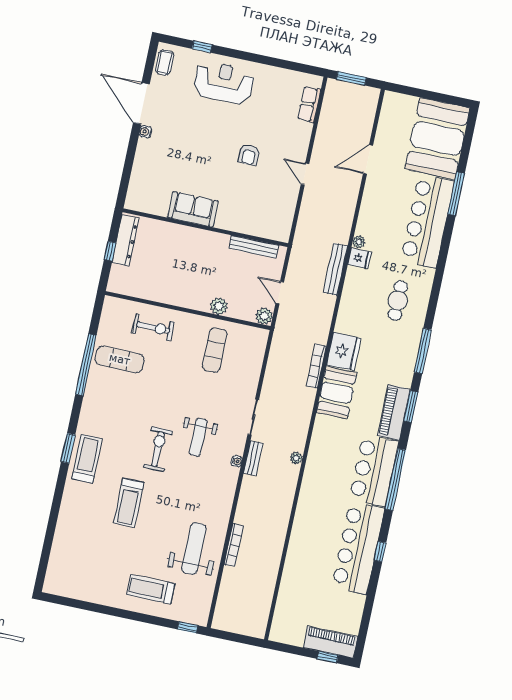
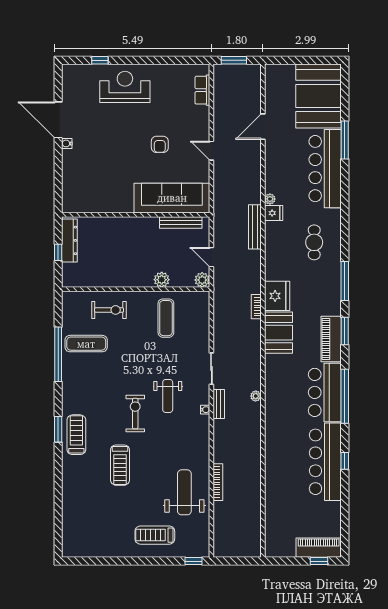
coffee table: (165, 62) -> (70, 80), removed
sofa: (193, 209) -> (172, 198), moved, width x1.85, depth x1.27
bookcase: (316, 366) -> (256, 307), width x0.64

